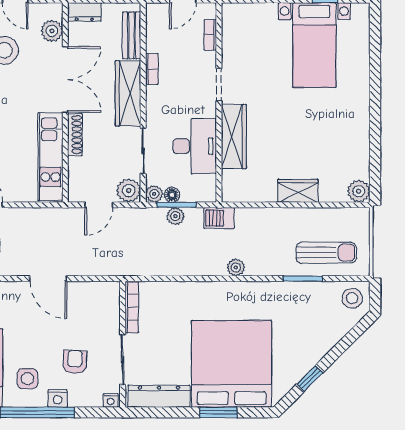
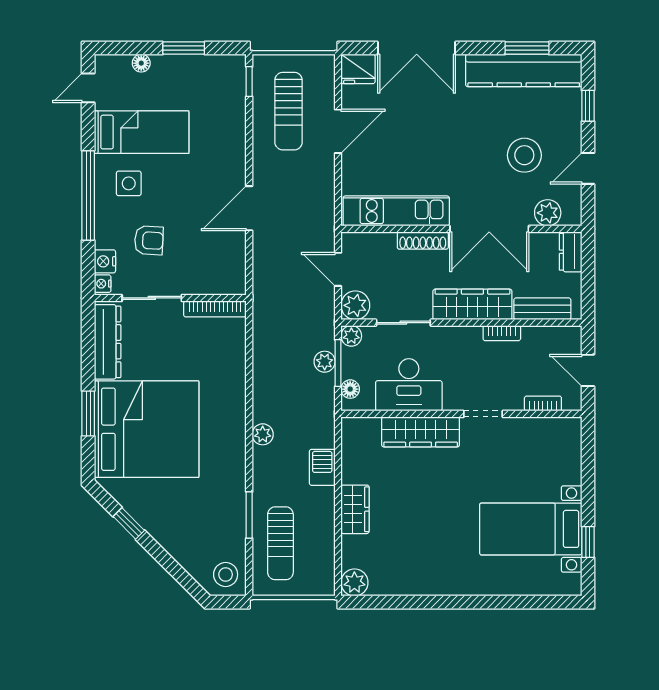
floor lamp: (172, 195) -> (350, 389), moved
barbecue: (219, 218) -> (322, 467), moved
nightstand: (58, 398) -> (105, 261), moved

